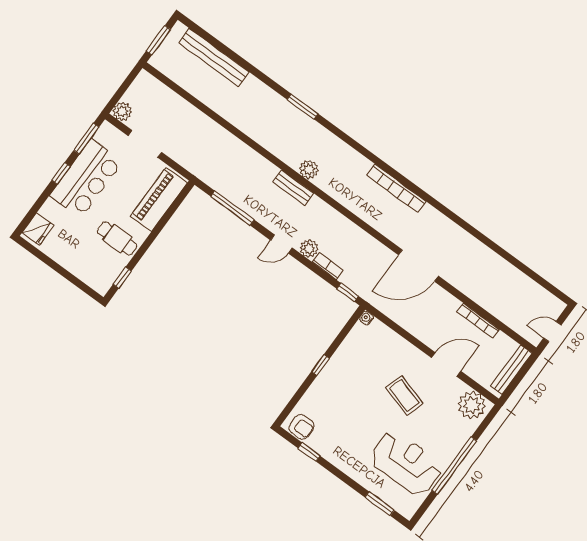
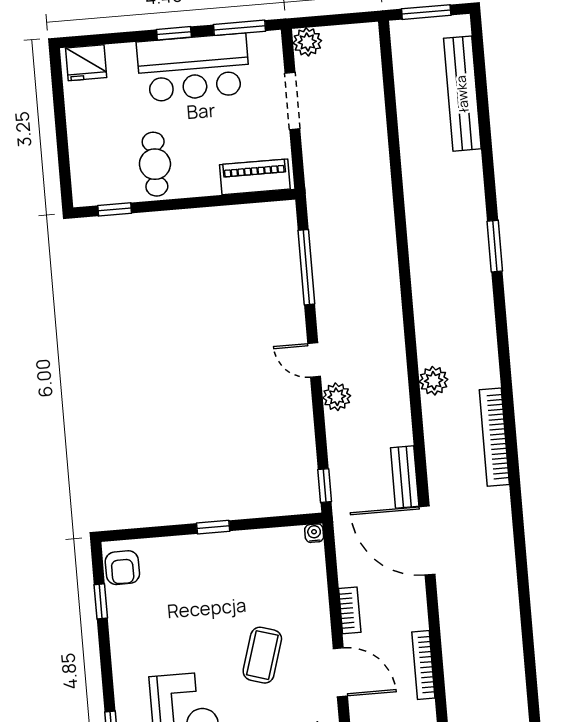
plant: (309, 169) -> (434, 381), moved
bench: (293, 188) -> (405, 477), moved
piano: (159, 200) -> (255, 177), width x0.73, depth x0.75
bookcase: (328, 266) -> (350, 610), moved

